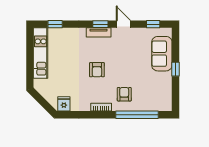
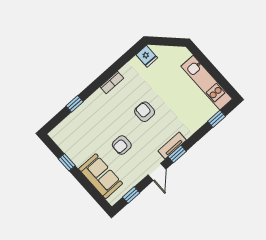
door: (123, 24) -> (157, 172), hinge flipped
window: (176, 69) -> (67, 162), moved
armchair: (124, 94) -> (122, 145), moved, turned 90
window: (137, 115) -> (75, 104), width x0.32

